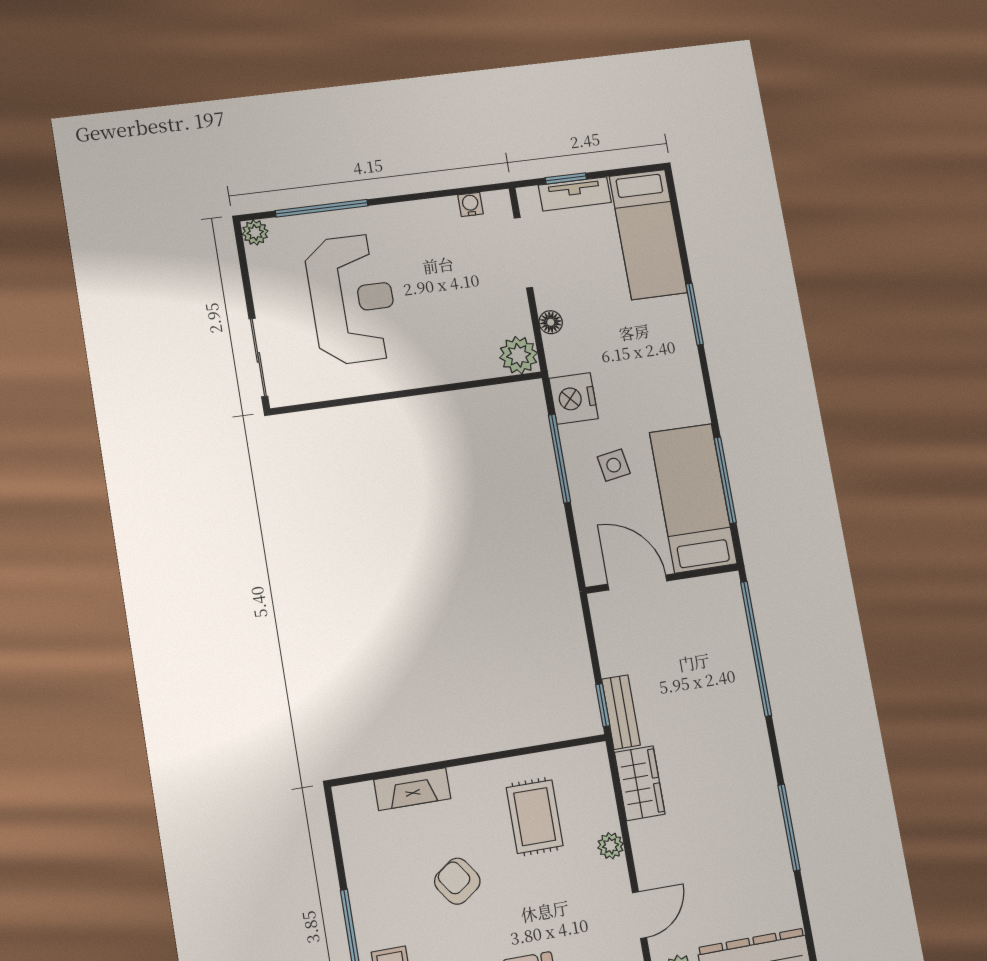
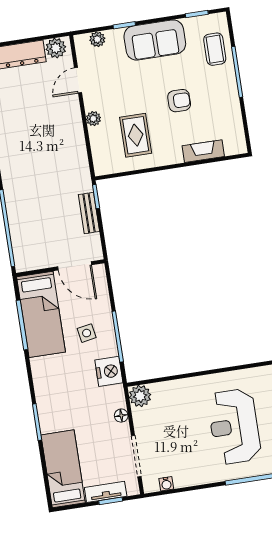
bench: (621, 712) -> (89, 213), moved
wardrobe: (640, 783) -> (76, 153), removed
armchair: (457, 881) -> (179, 101), turned -55

